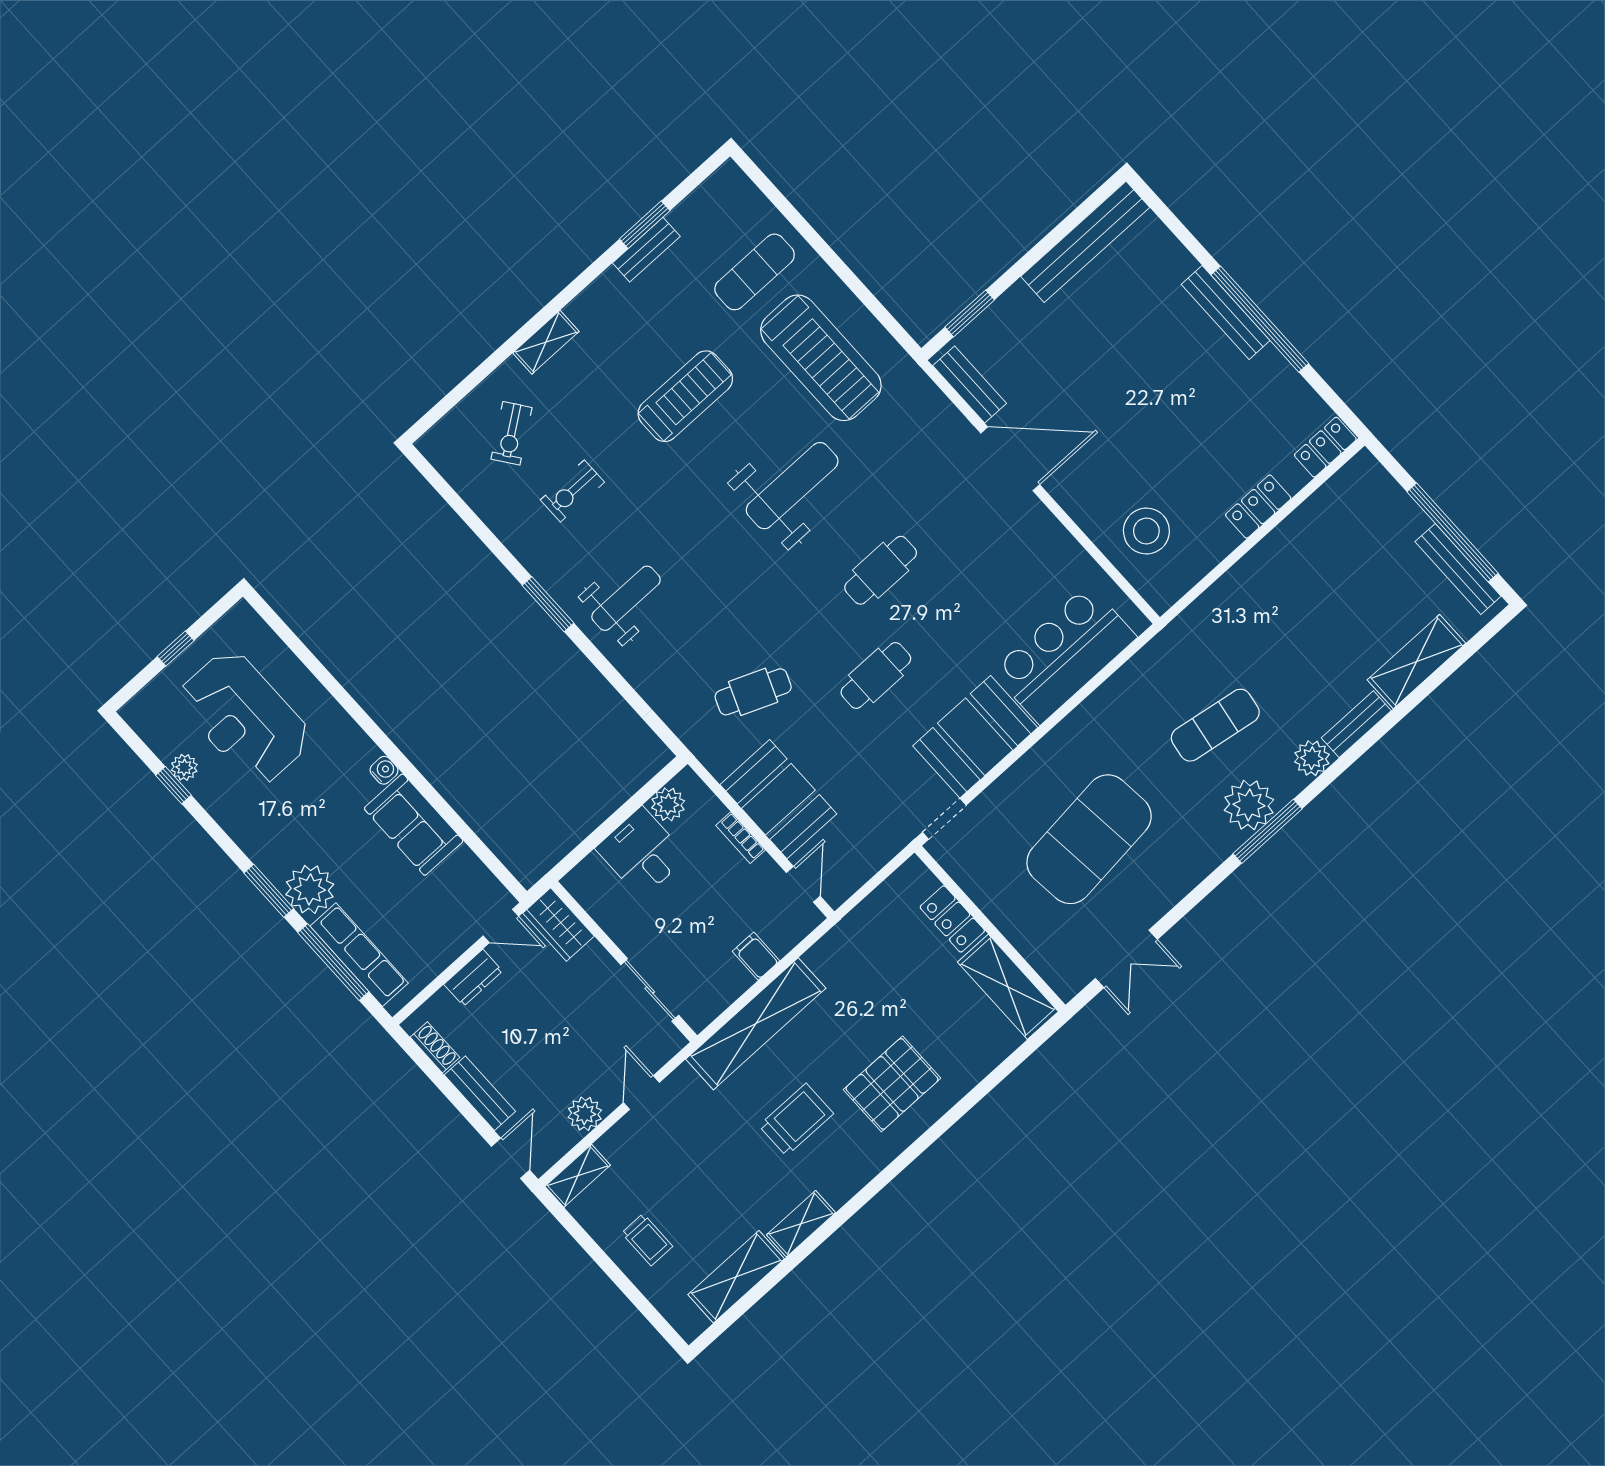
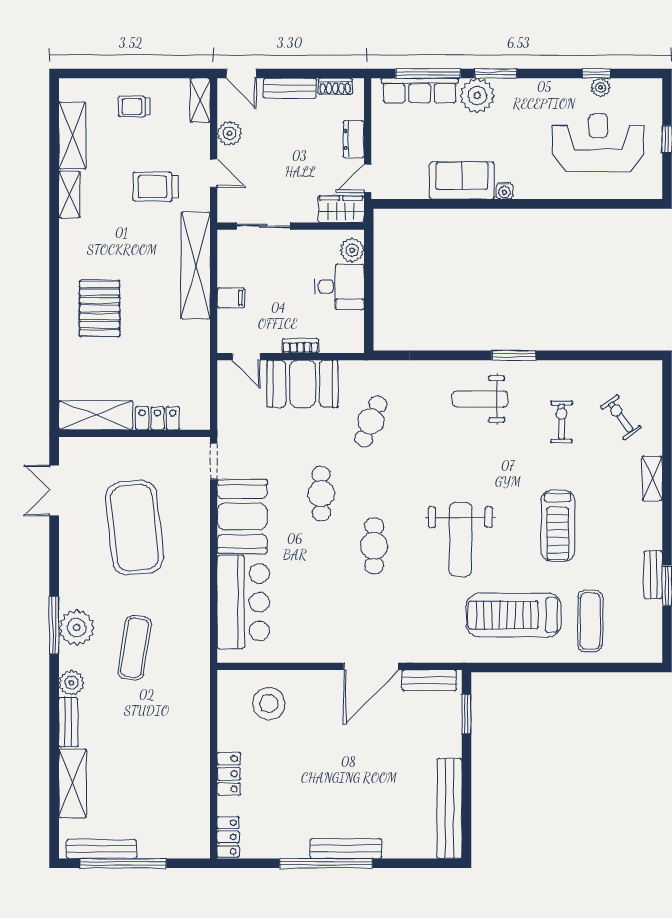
weight bench: (626, 598) -> (480, 399), turned 90
plant: (668, 804) -> (352, 250), moved
trolley: (796, 1120) -> (156, 187), moved, turned 90

